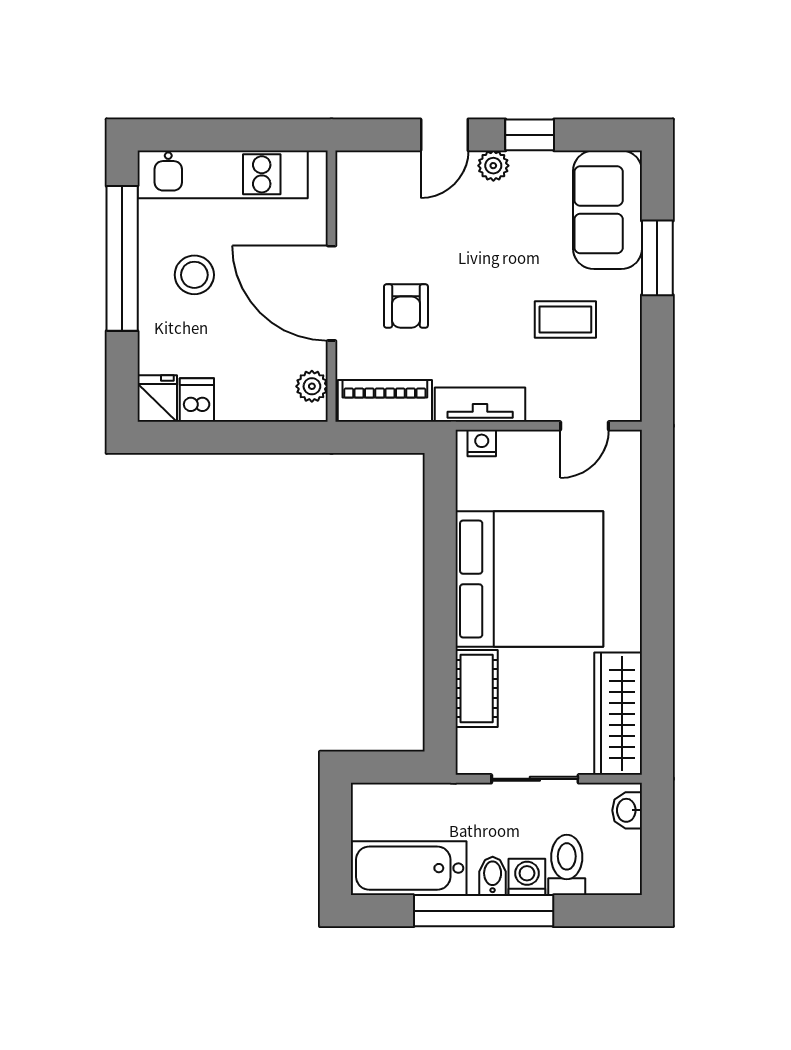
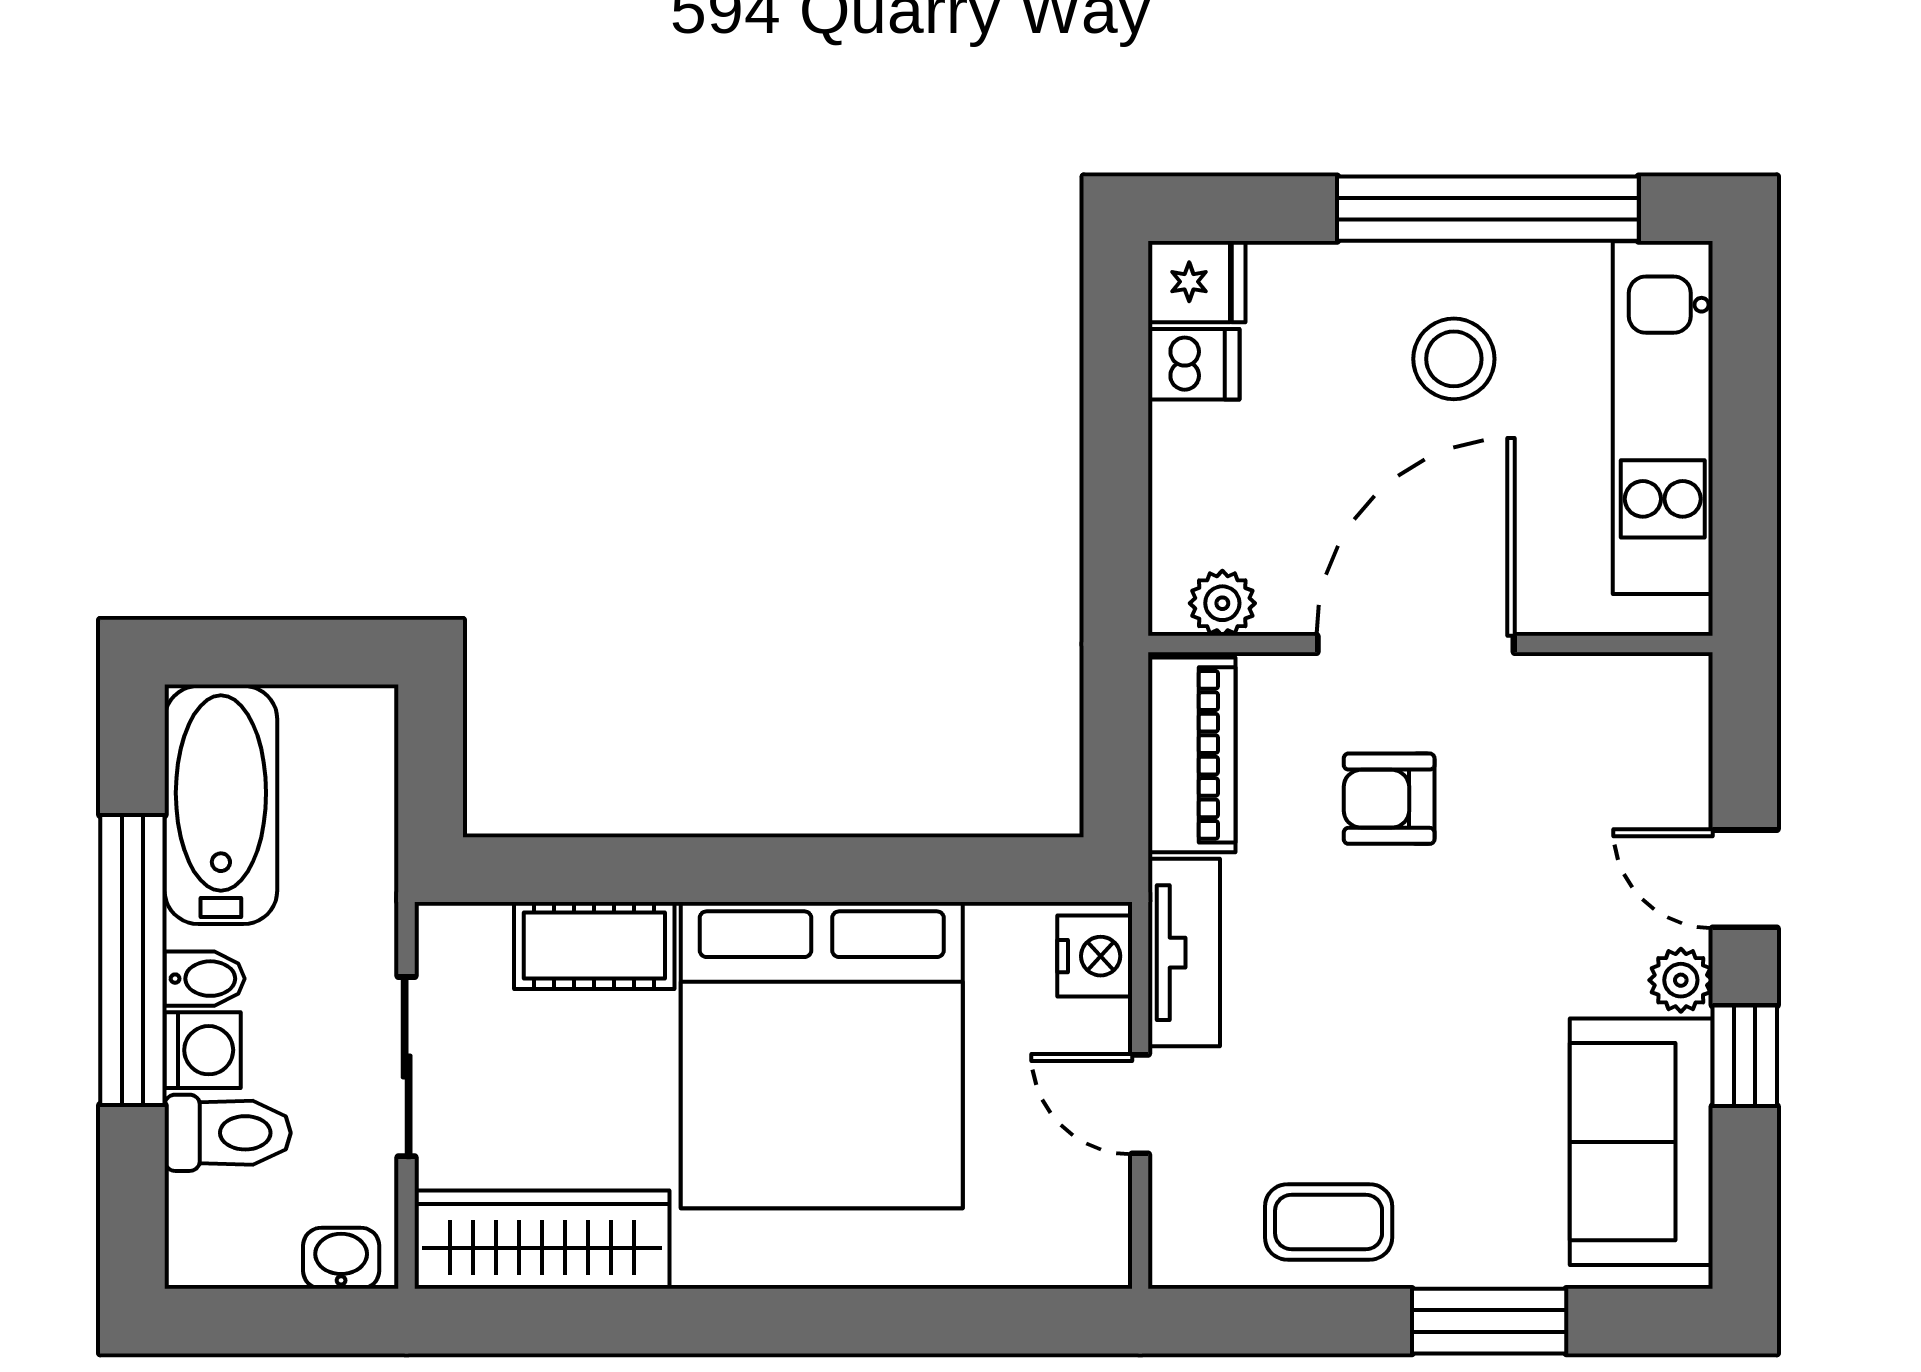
sofa: (608, 210) -> (1641, 1142), moved, turned -90
coffee table: (565, 320) -> (1329, 1222), moved, turned 90
door: (584, 426) -> (1140, 1104), moved
nightstand: (482, 443) -> (1095, 956), width x1.39, depth x1.35

